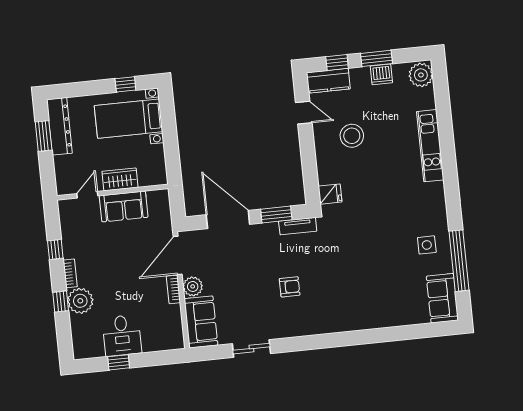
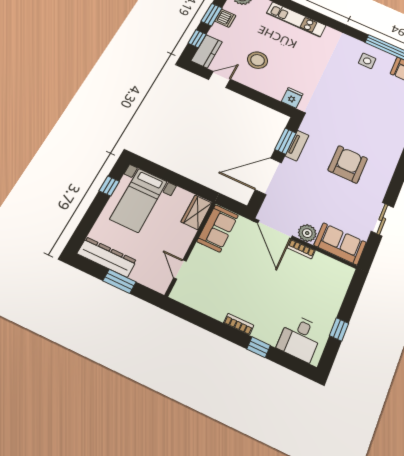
window: (44, 136) -> (119, 281), moved
wardrobe: (120, 179) -> (197, 212), moved
sofa: (124, 206) -> (218, 228), moved
tv unit: (298, 226) -> (297, 146), moved
window: (55, 250) -> (210, 324), removed
armchair: (290, 287) -> (348, 164), width x1.88, depth x1.88
plant: (80, 301) -> (268, 330), removed
desk: (122, 335) -> (300, 338), moved, turned 90

